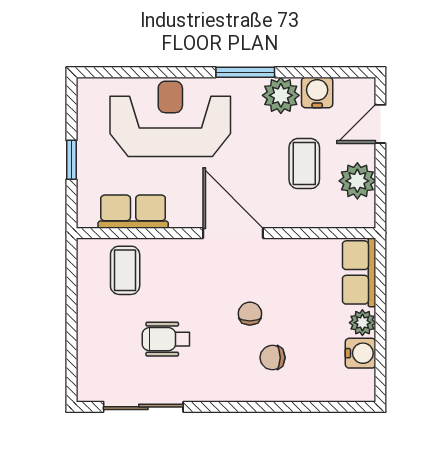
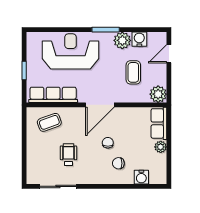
plant: (357, 181) -> (158, 94), moved
row of seats: (133, 212) -> (53, 95), width x1.48
door: (233, 233) -> (100, 105), swing flipped
coffee table: (125, 270) -> (49, 122), turned 70
wheelchair: (166, 339) -> (68, 155), turned 90
water cooler: (361, 353) -> (141, 177), moved, turned 90

